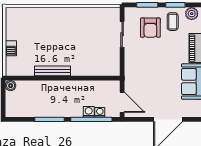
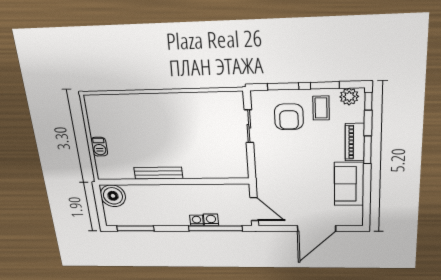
boiler: (11, 86) -> (113, 196), width x1.86, depth x1.86
washing machine: (100, 112) -> (197, 220), moved
window: (49, 119) -> (135, 228), moved

